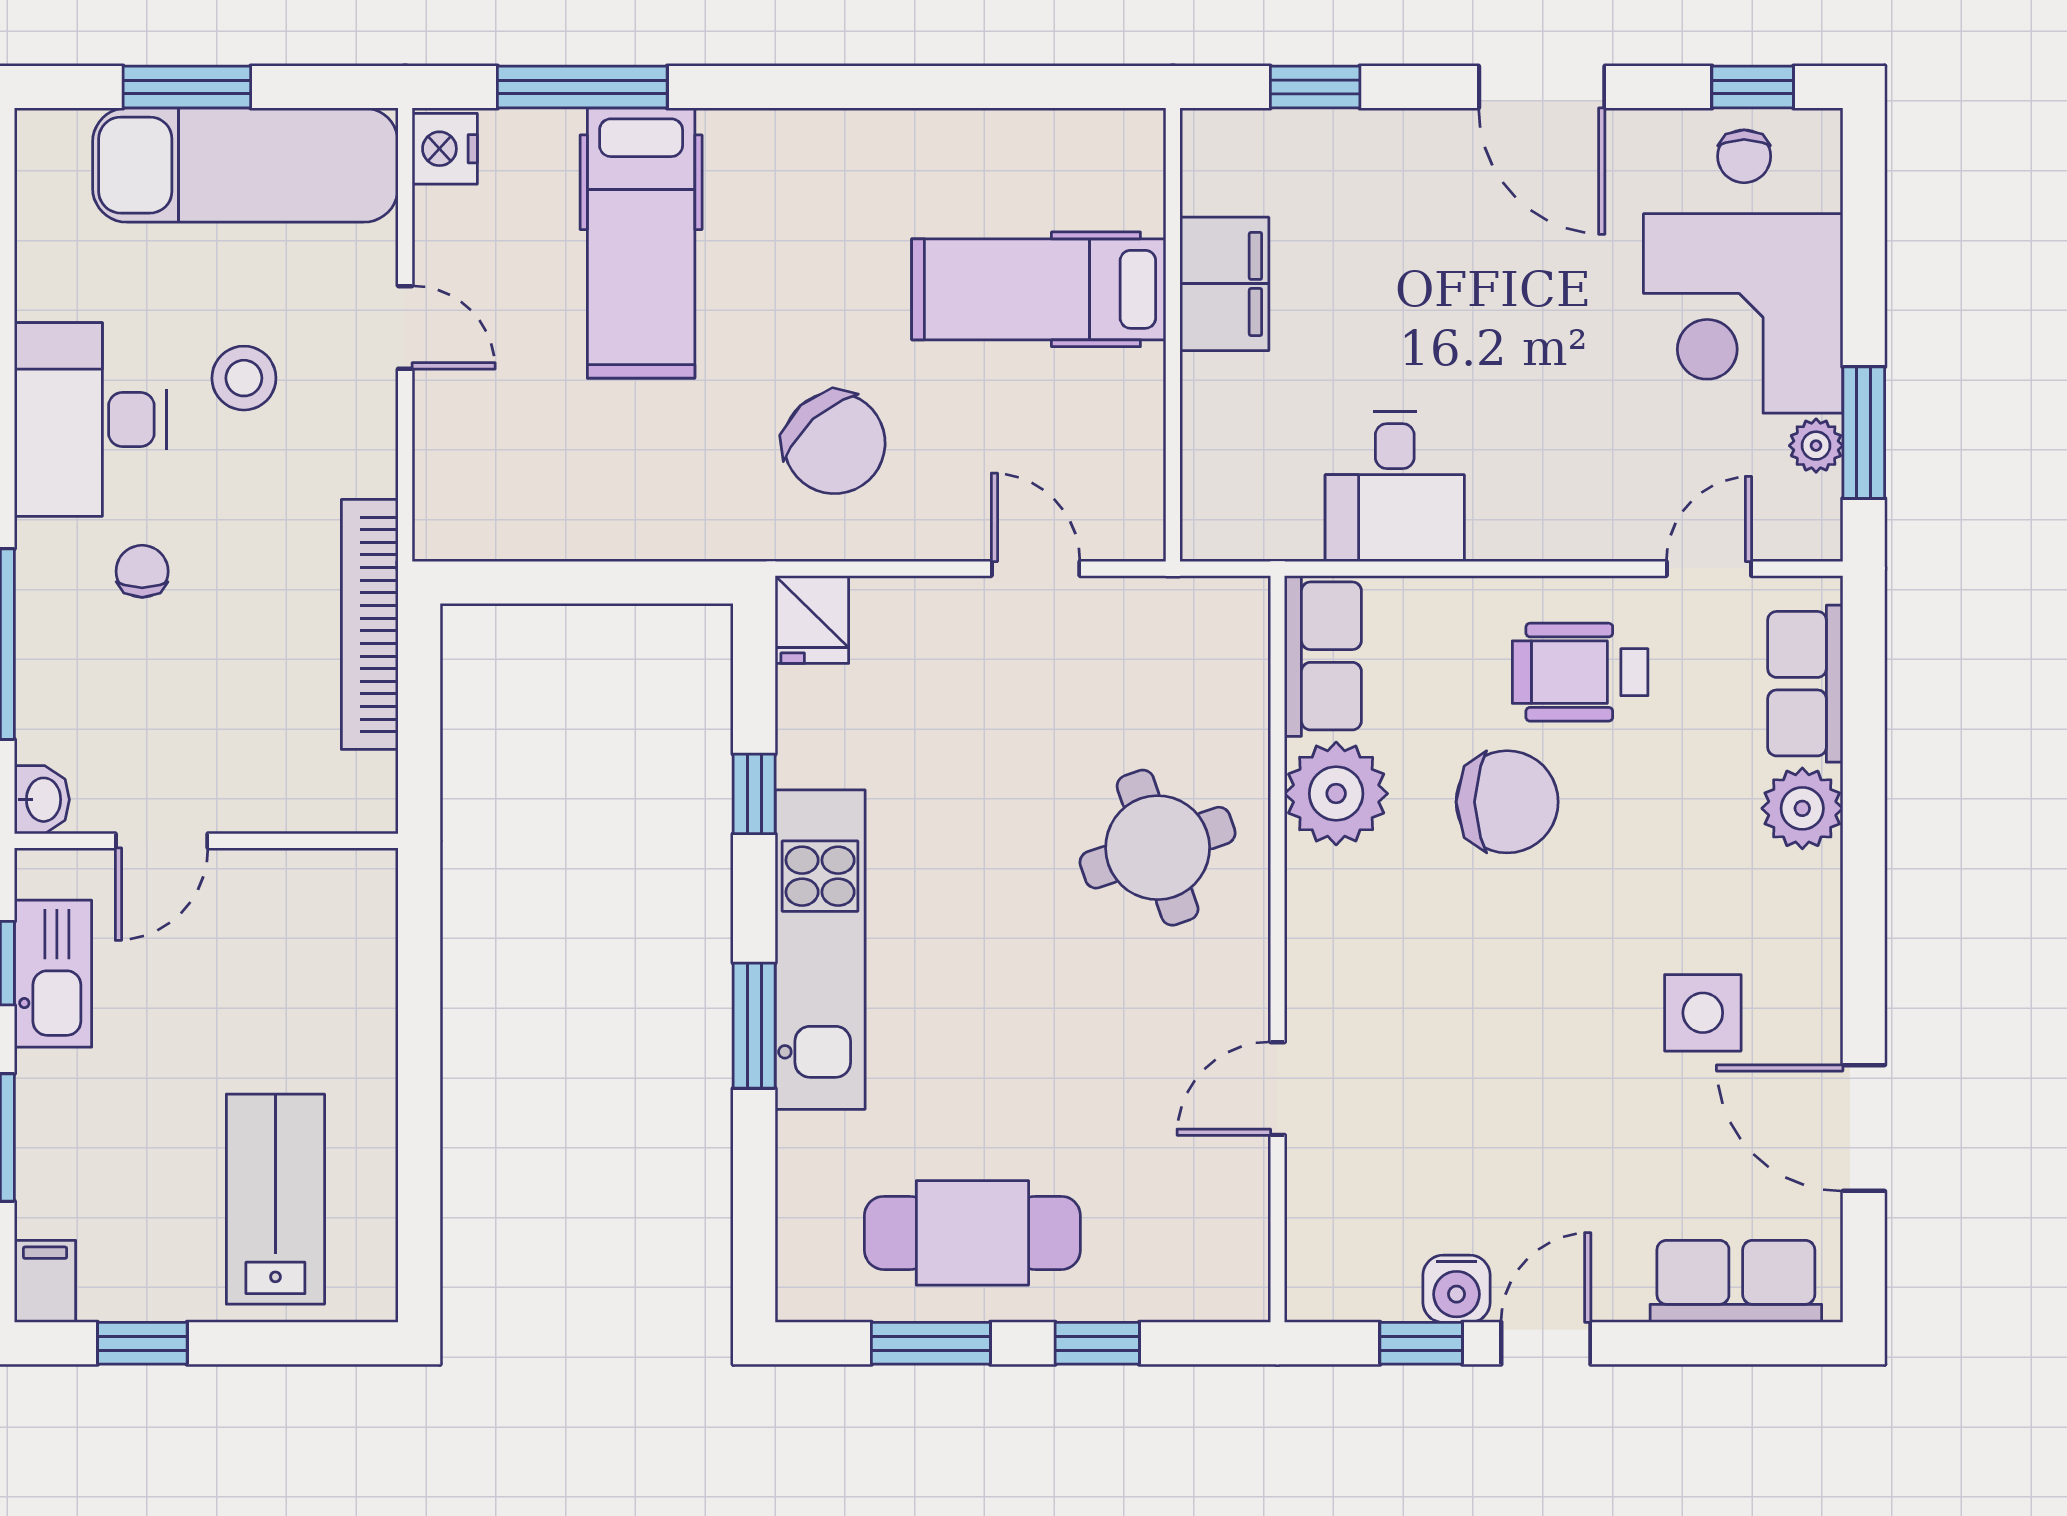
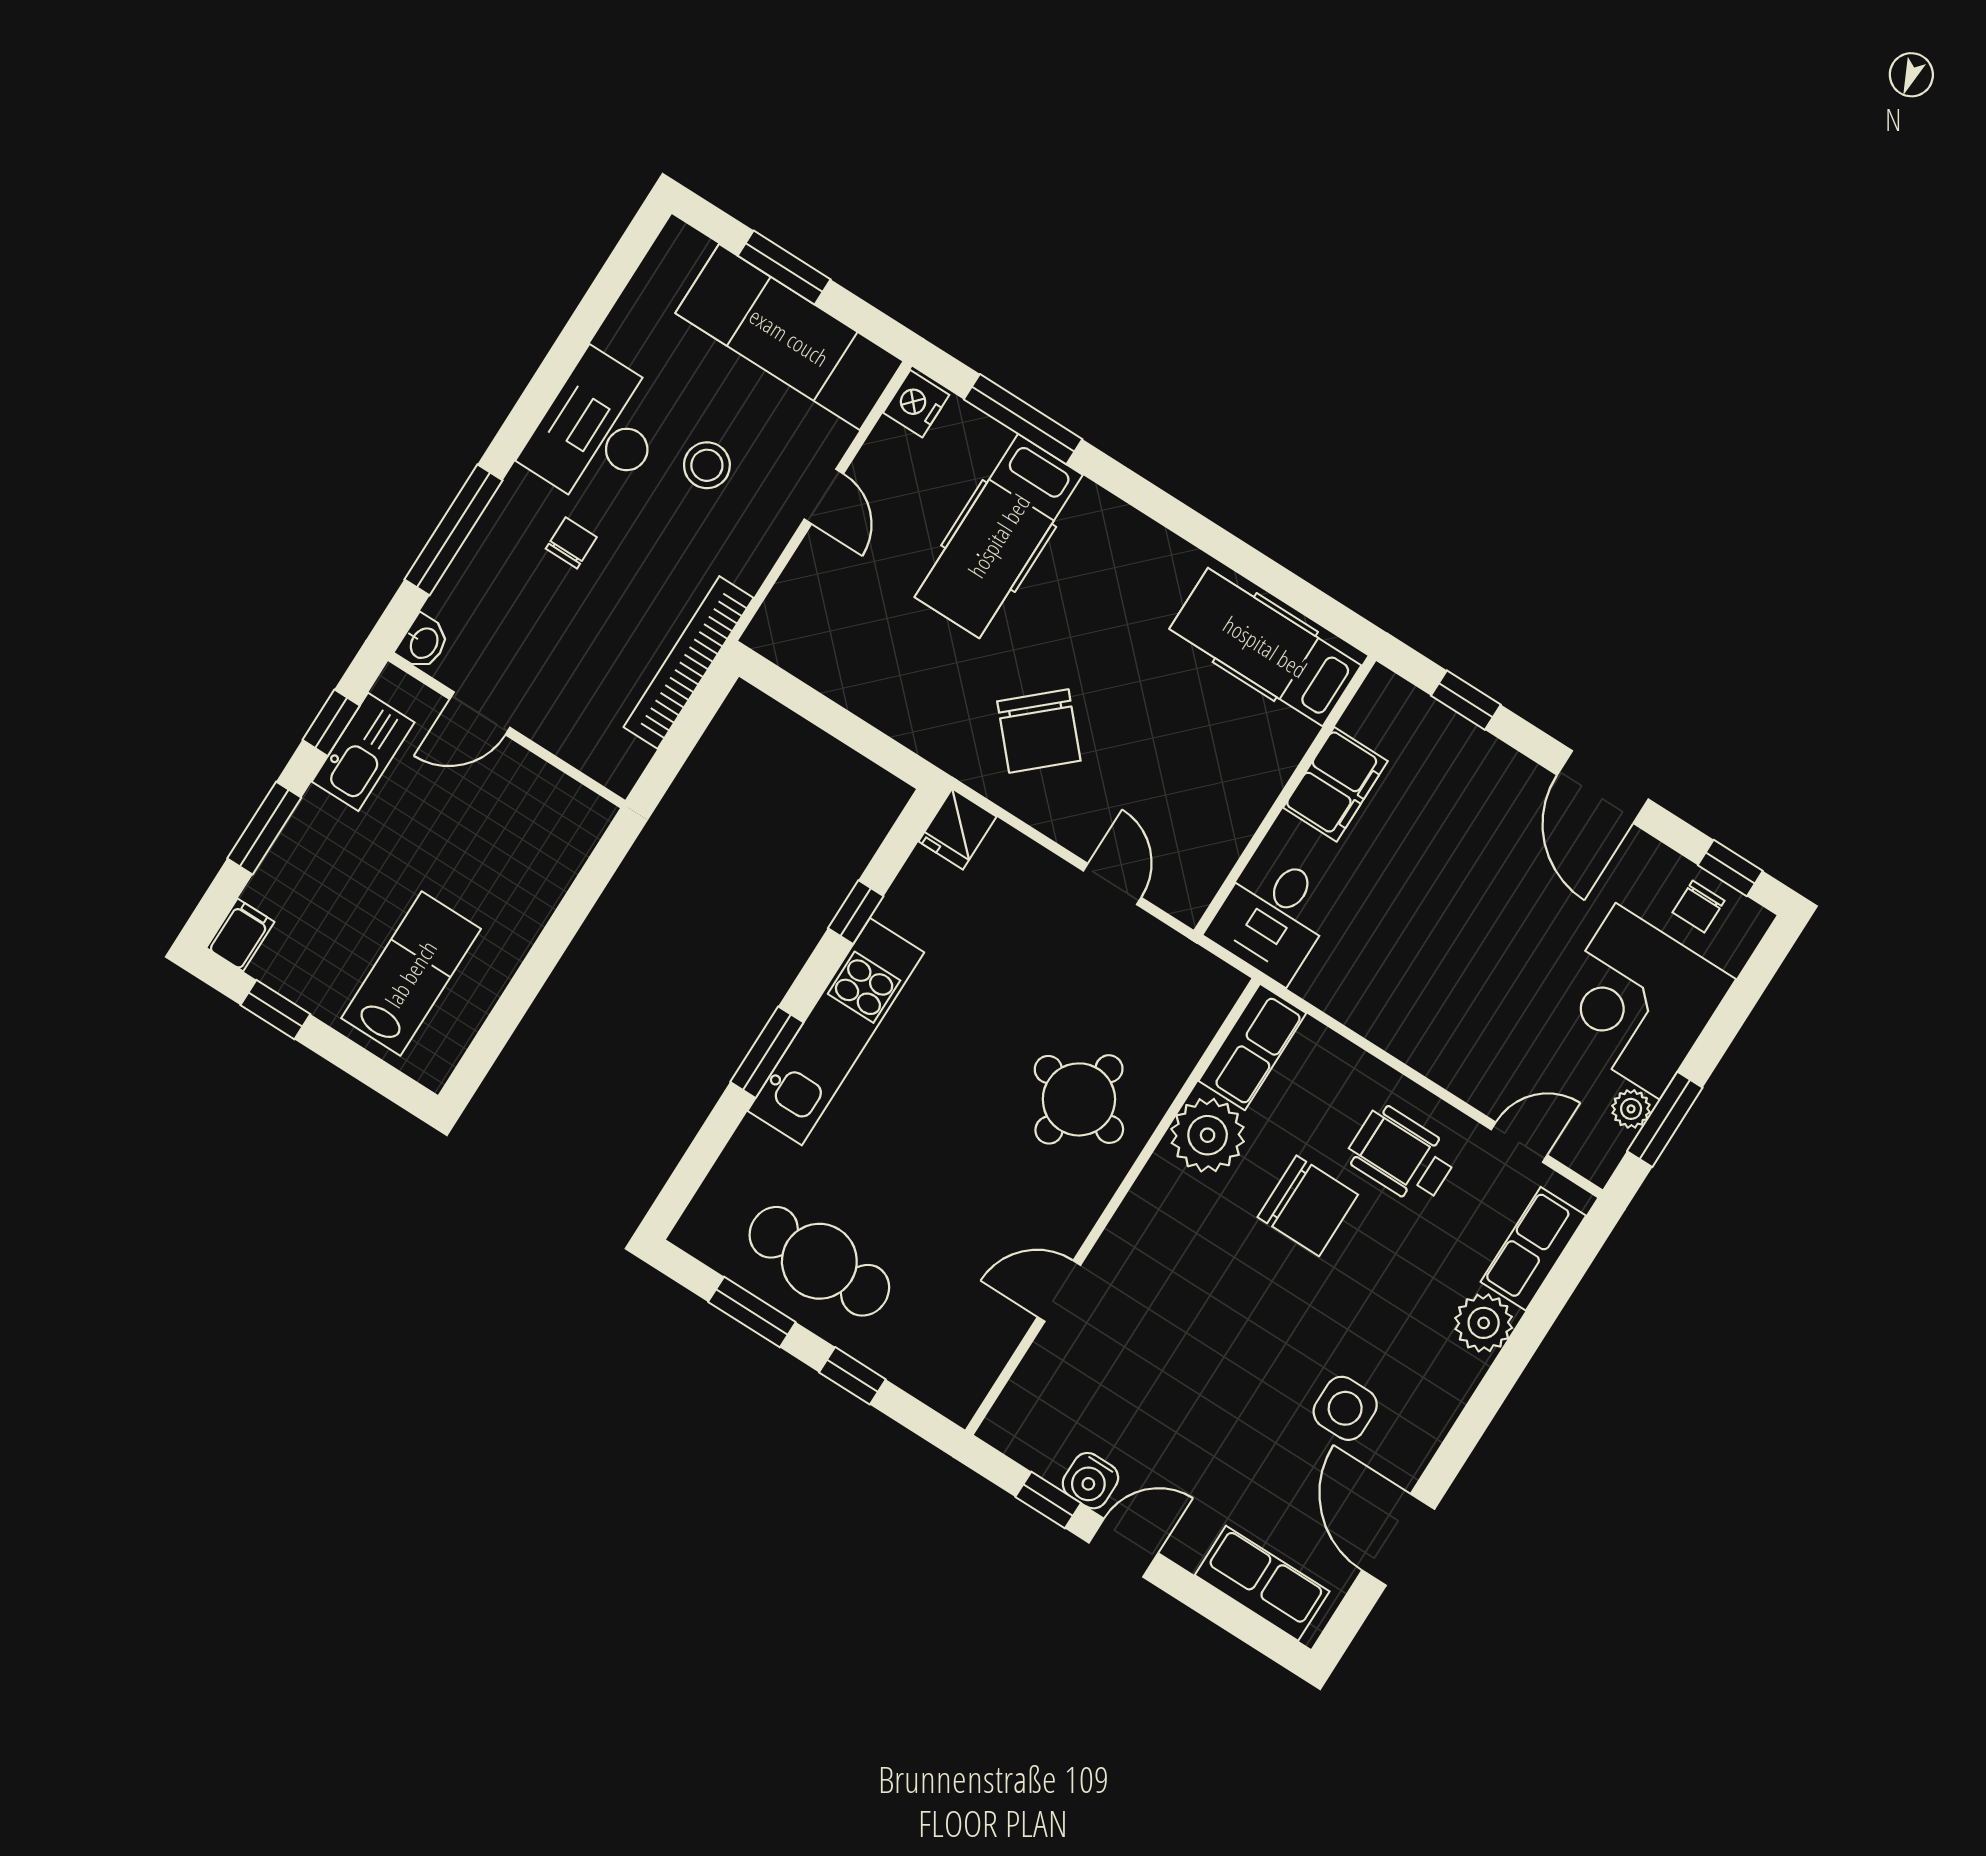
hospital bed: (1039, 289) -> (1265, 647), moved
desk: (1395, 487) -> (1273, 916), moved
round table: (1158, 848) -> (1079, 1099), turned 31

